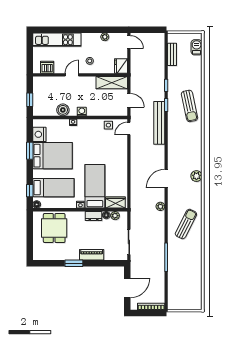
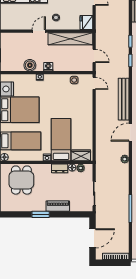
dishwasher: (47, 67) -> (15, 24), removed
shelving: (112, 83) -> (70, 39), width x1.47
bench: (159, 123) -> (124, 99), moved
door: (129, 129) -> (94, 83), swing flipped

